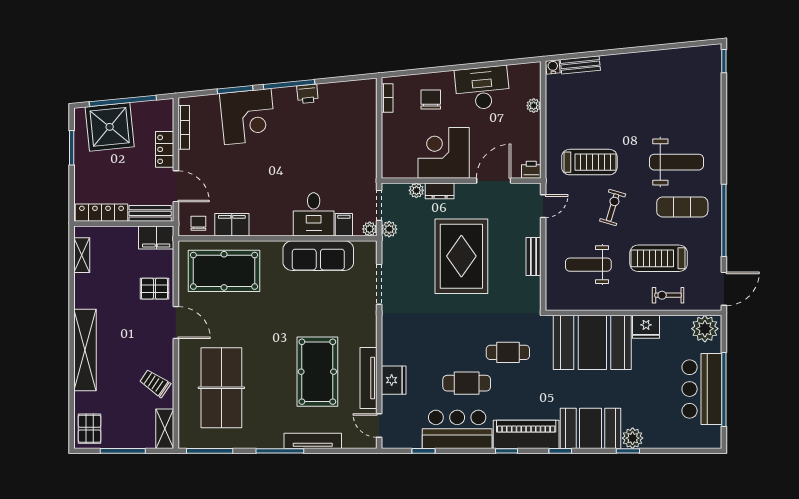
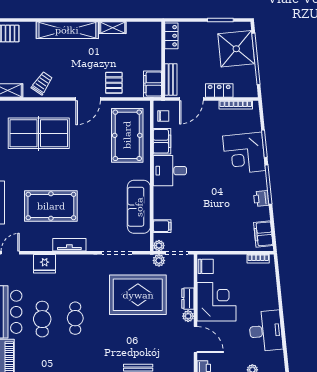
filing cabinet: (354, 91) -> (263, 234), added
chair: (431, 99) -> (206, 266), moved
plant: (416, 190) -> (188, 316), moved
locker: (101, 213) -> (171, 36), width x0.66
desk: (314, 214) -> (170, 171), moved
shelving: (82, 255) -> (113, 28), moved
rug: (461, 256) -> (138, 295), moved
cafe table: (508, 352) -> (75, 318), moved
tv unit: (369, 378) -> (69, 245), moved, width x0.71

